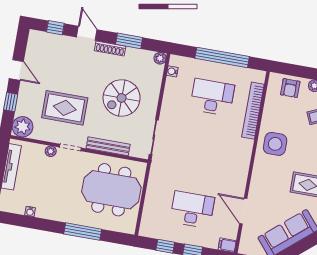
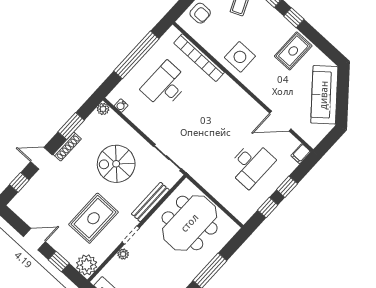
spiral stairs: (122, 98) -> (116, 164), turned 90
desk: (192, 210) -> (251, 164), turned 180

